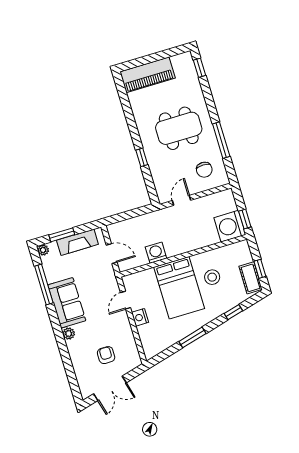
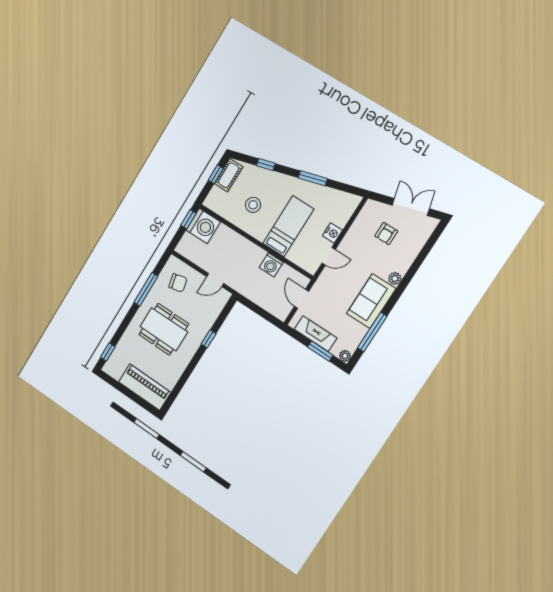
chair: (204, 170) -> (178, 283), turned 77
bed: (179, 288) -> (288, 226), width x0.67

